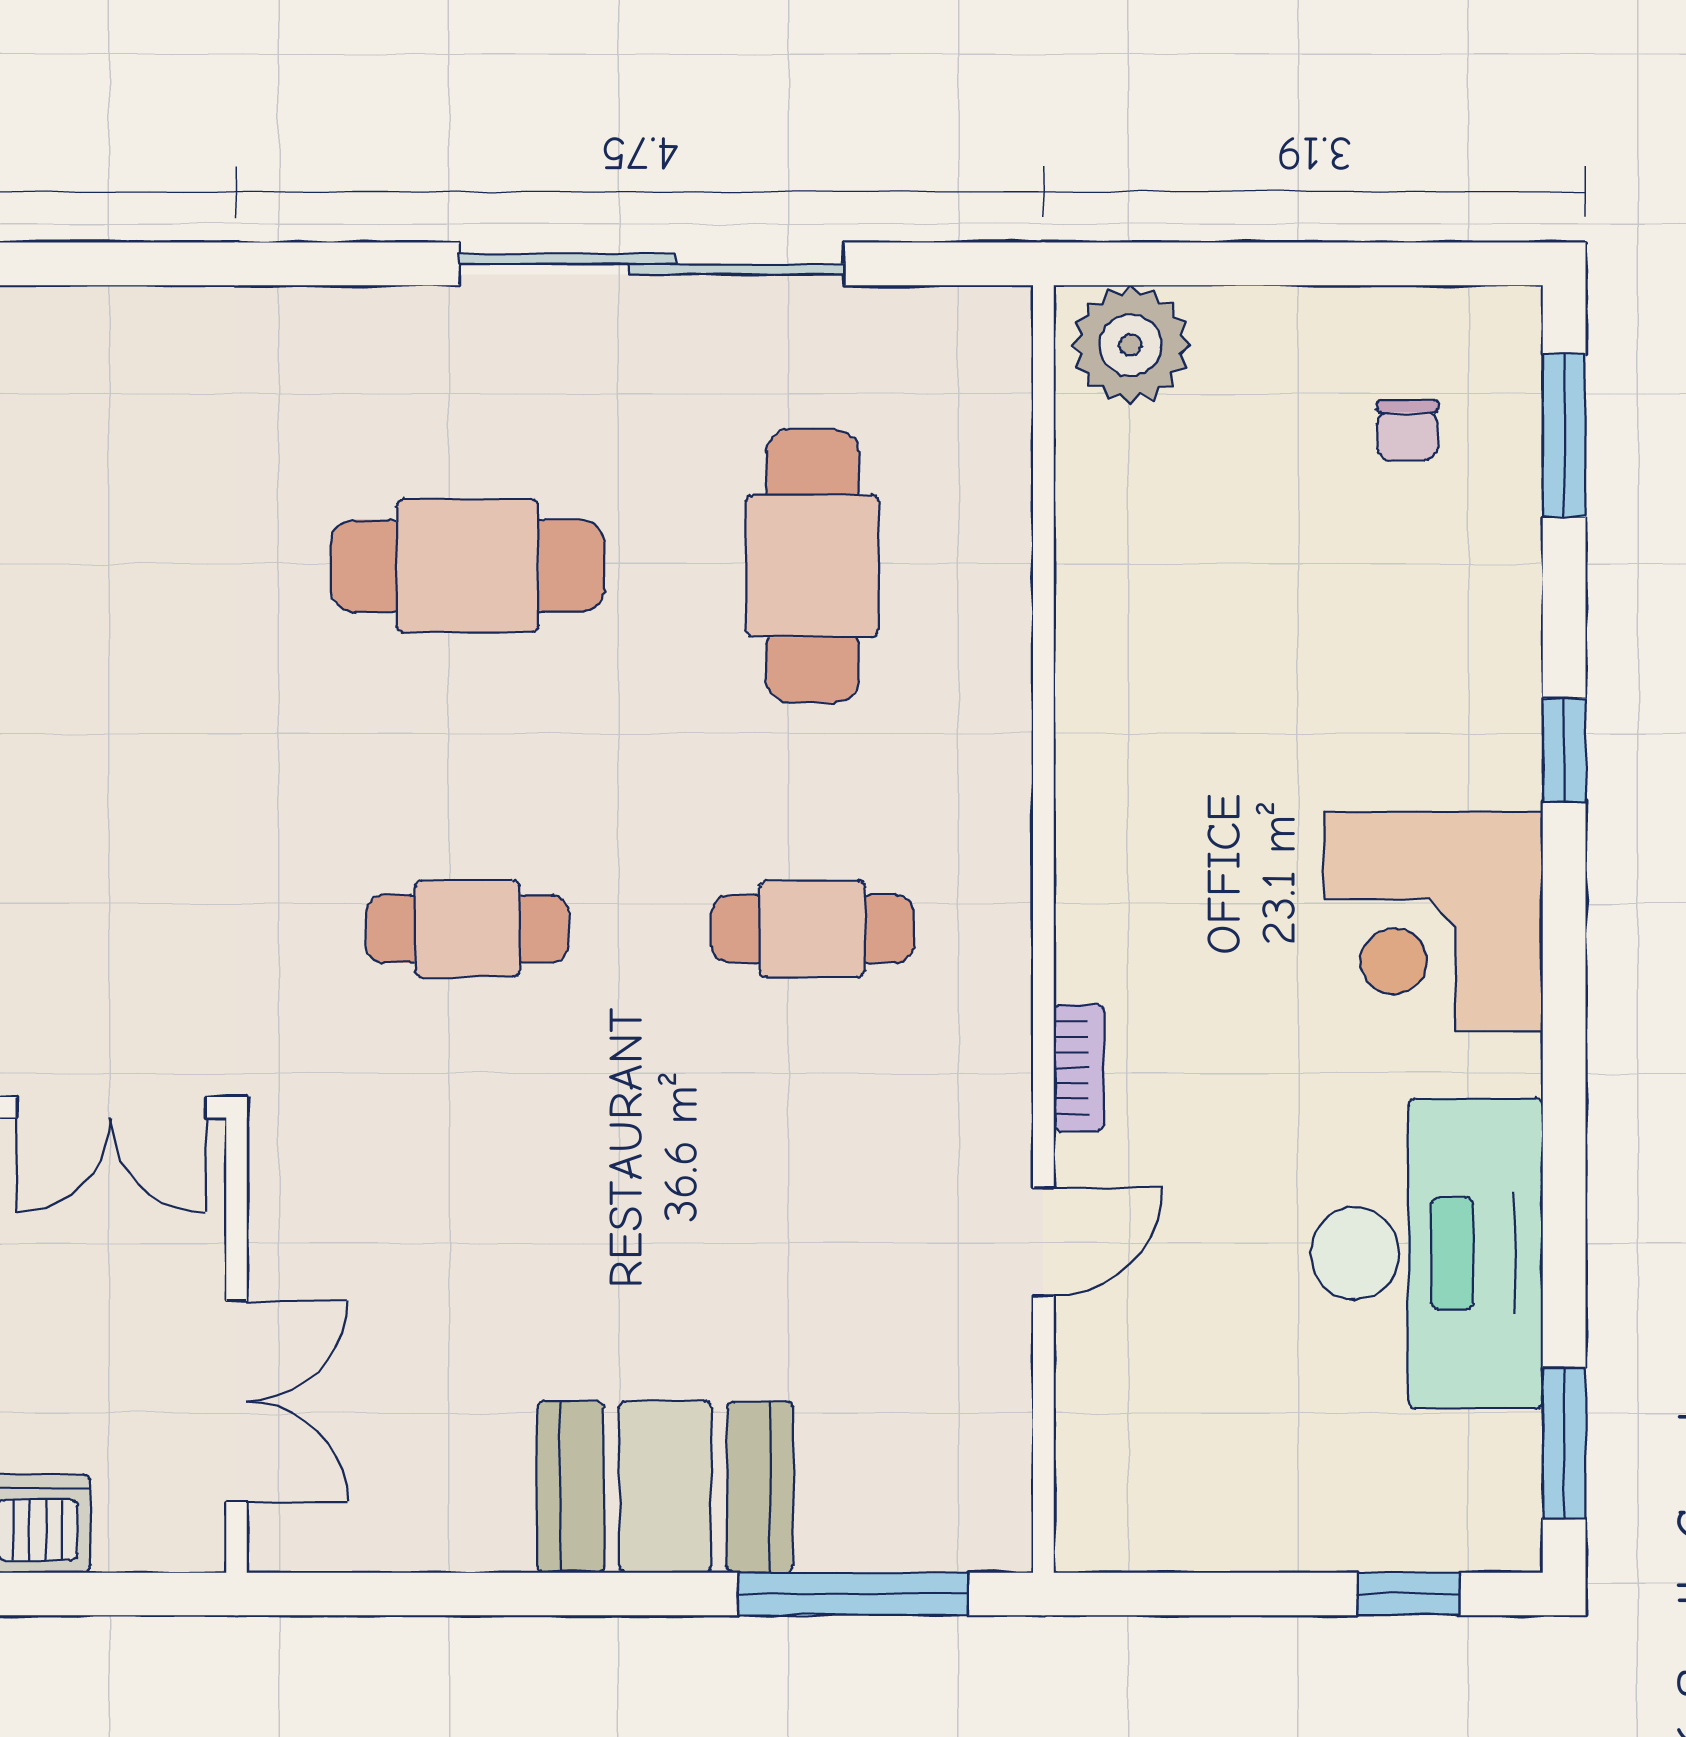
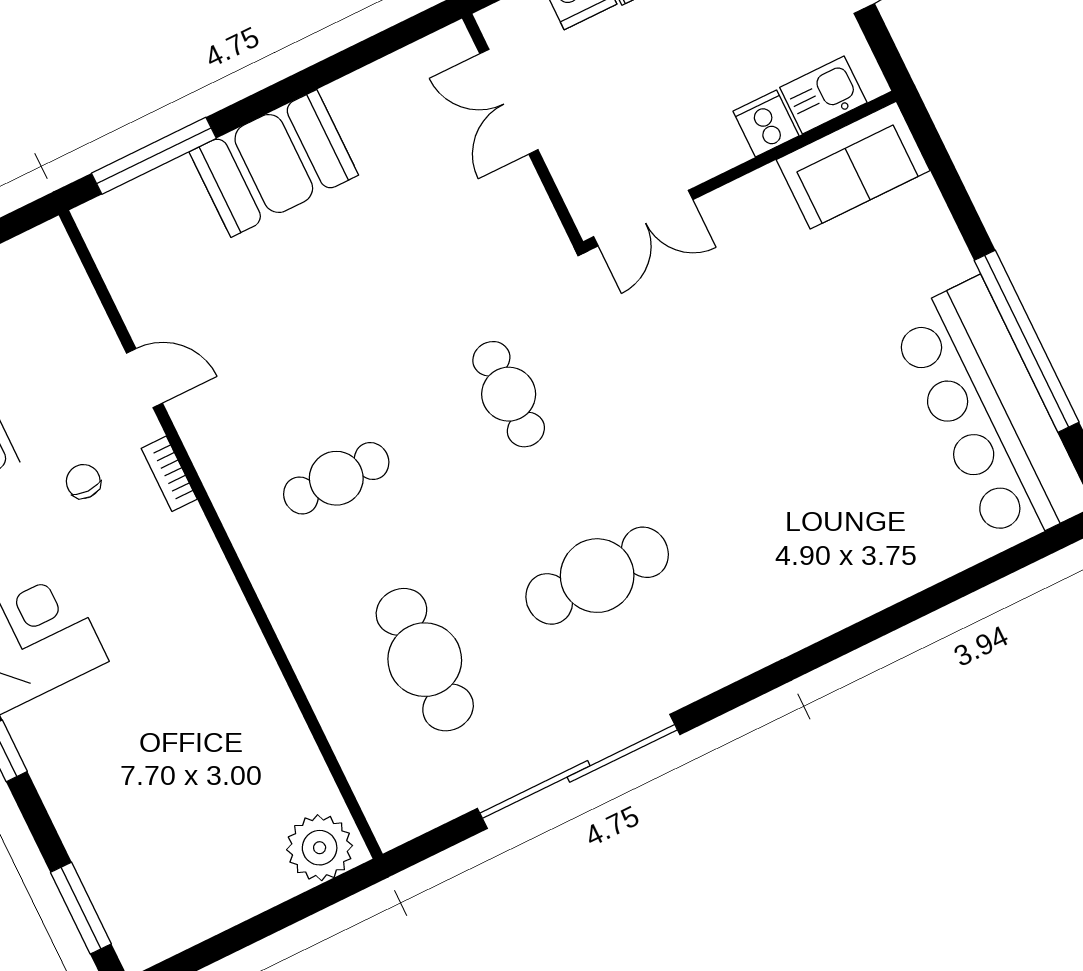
chair: (1408, 430) -> (83, 481), moved
cafe table: (467, 929) -> (509, 394), turned 90
double door: (111, 1107) -> (643, 218), swing flipped
door: (1043, 1242) -> (145, 378), swing flipped

